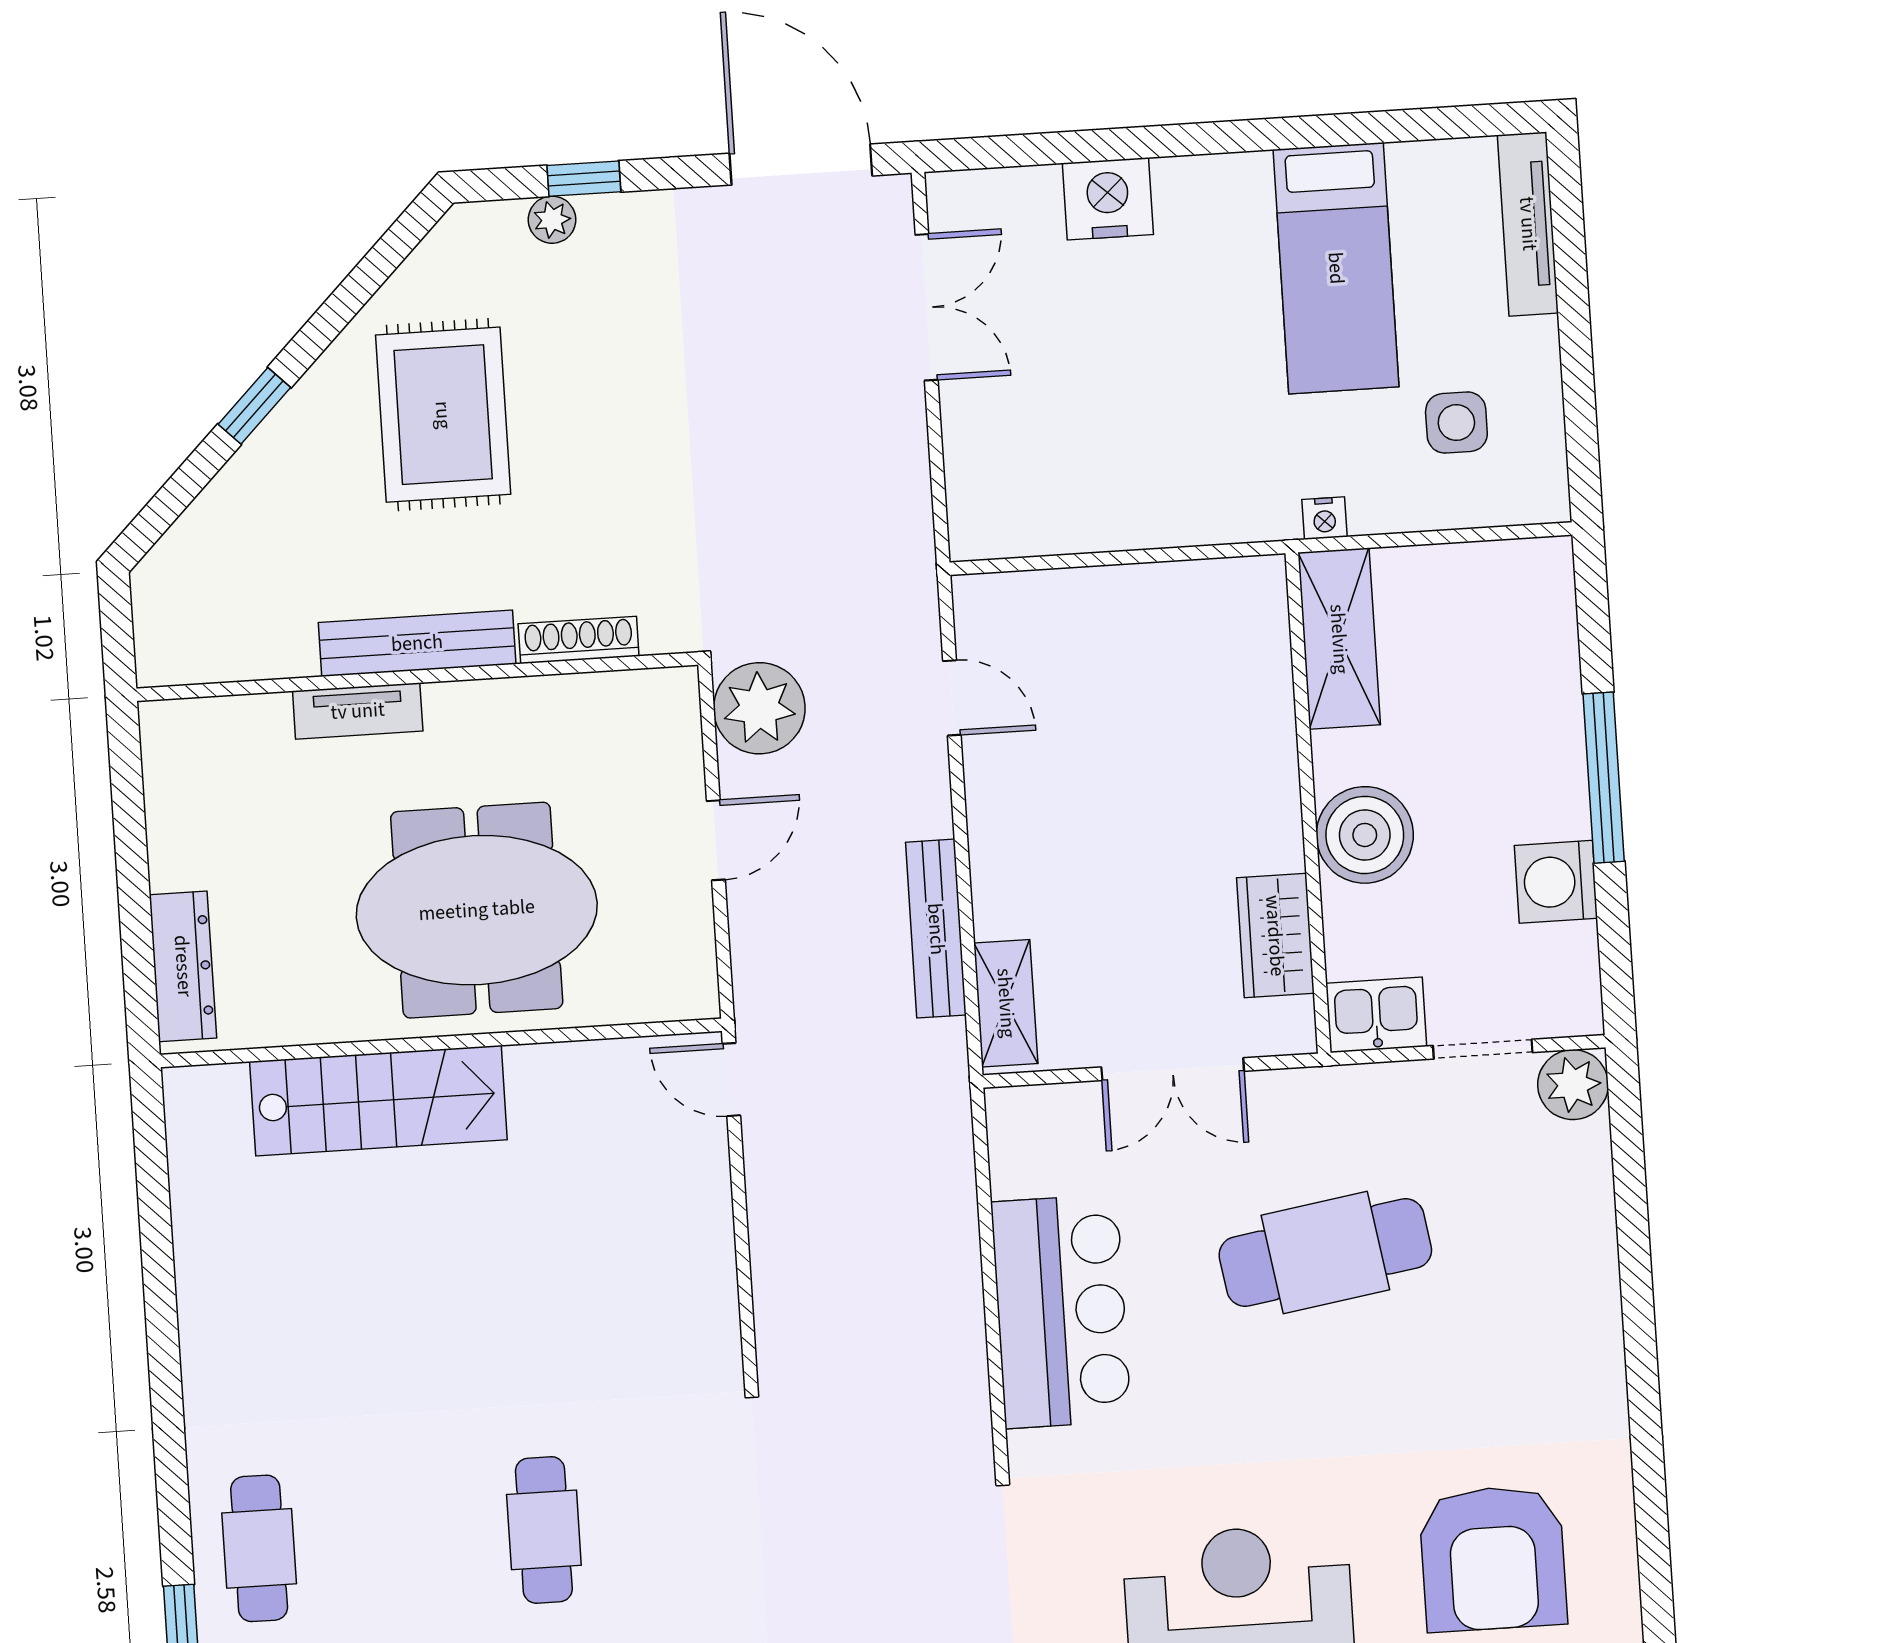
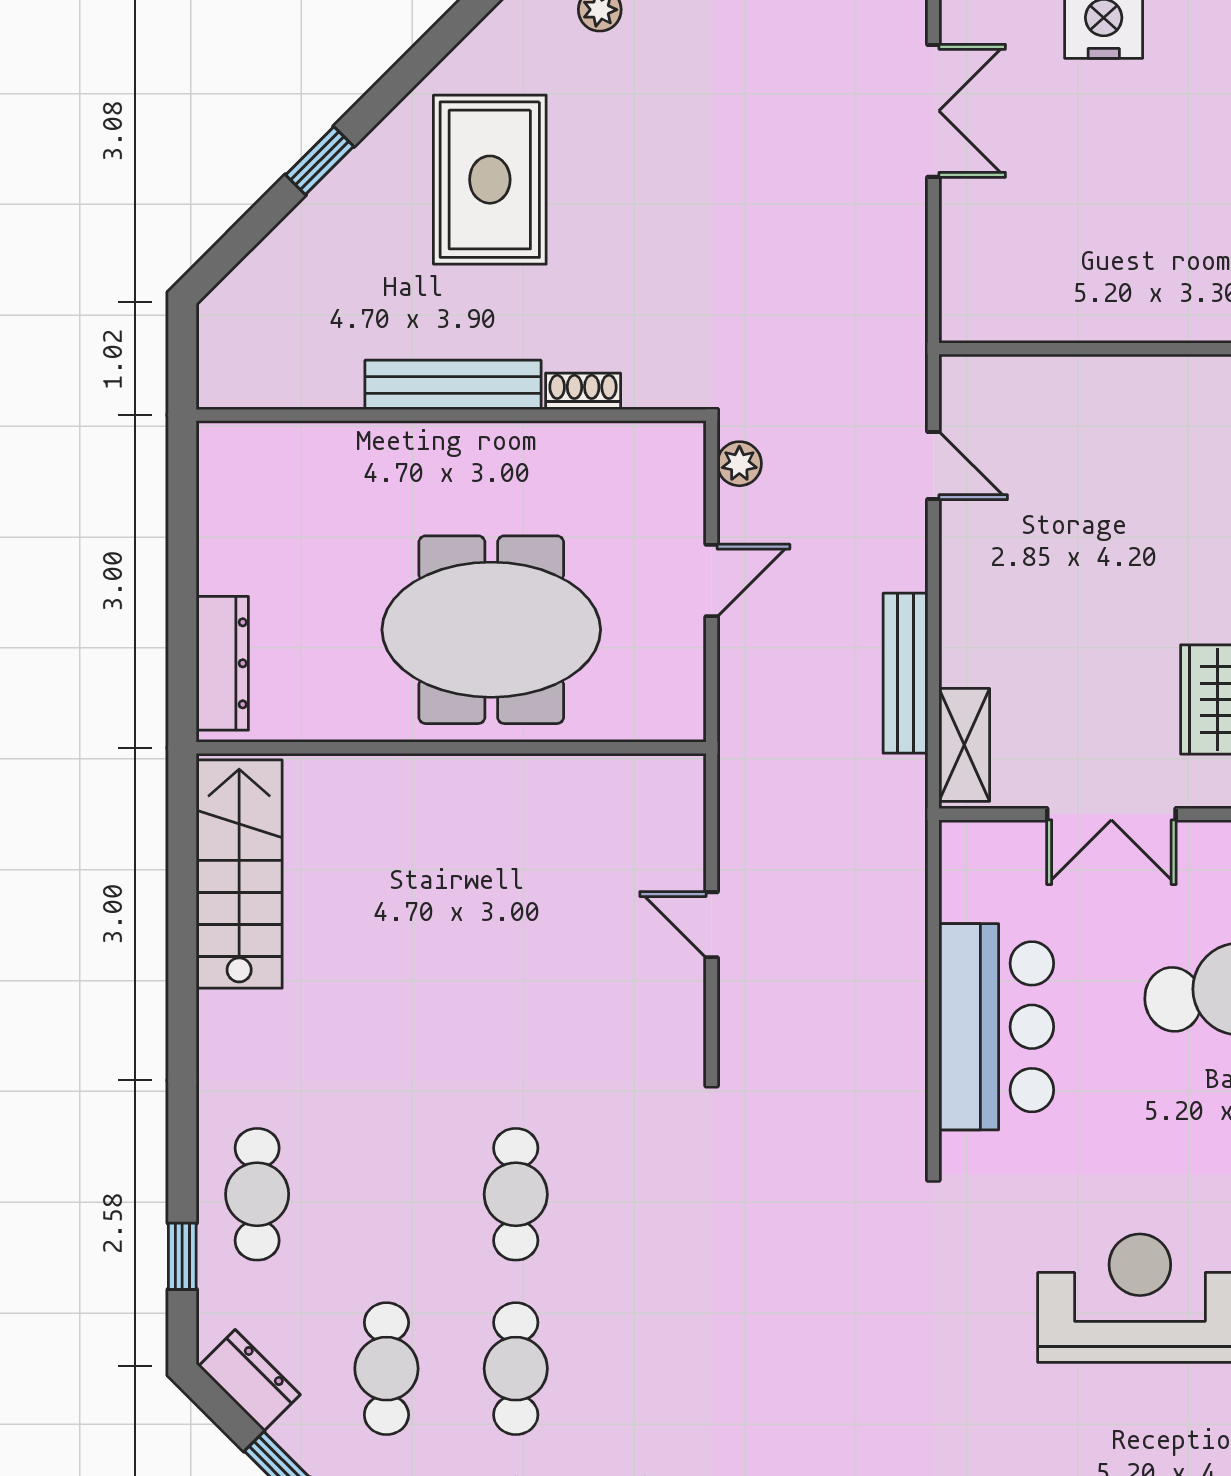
shoe rack: (579, 640) -> (583, 391), width x0.70
plant: (759, 708) -> (739, 464), width x0.53, depth x0.53
tv unit: (358, 711) -> (395, 443), removed
door: (731, 1080) -> (712, 925), moved
stairs: (378, 1101) -> (239, 874), moved, turned -90

